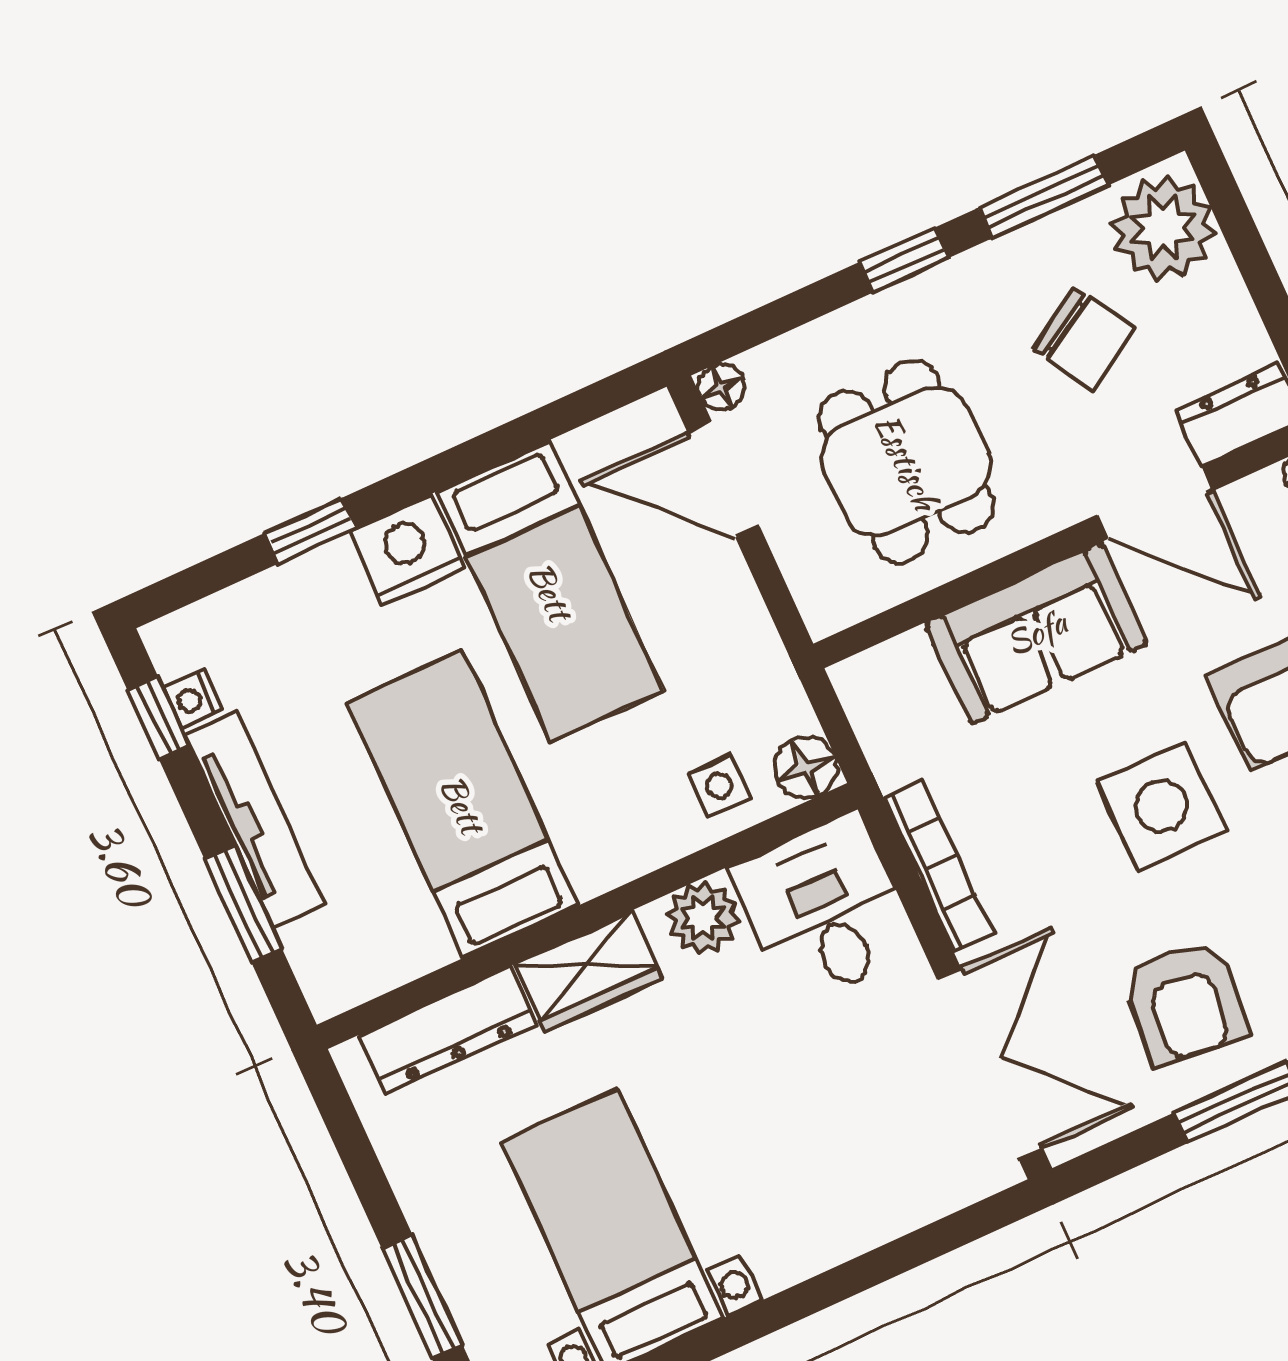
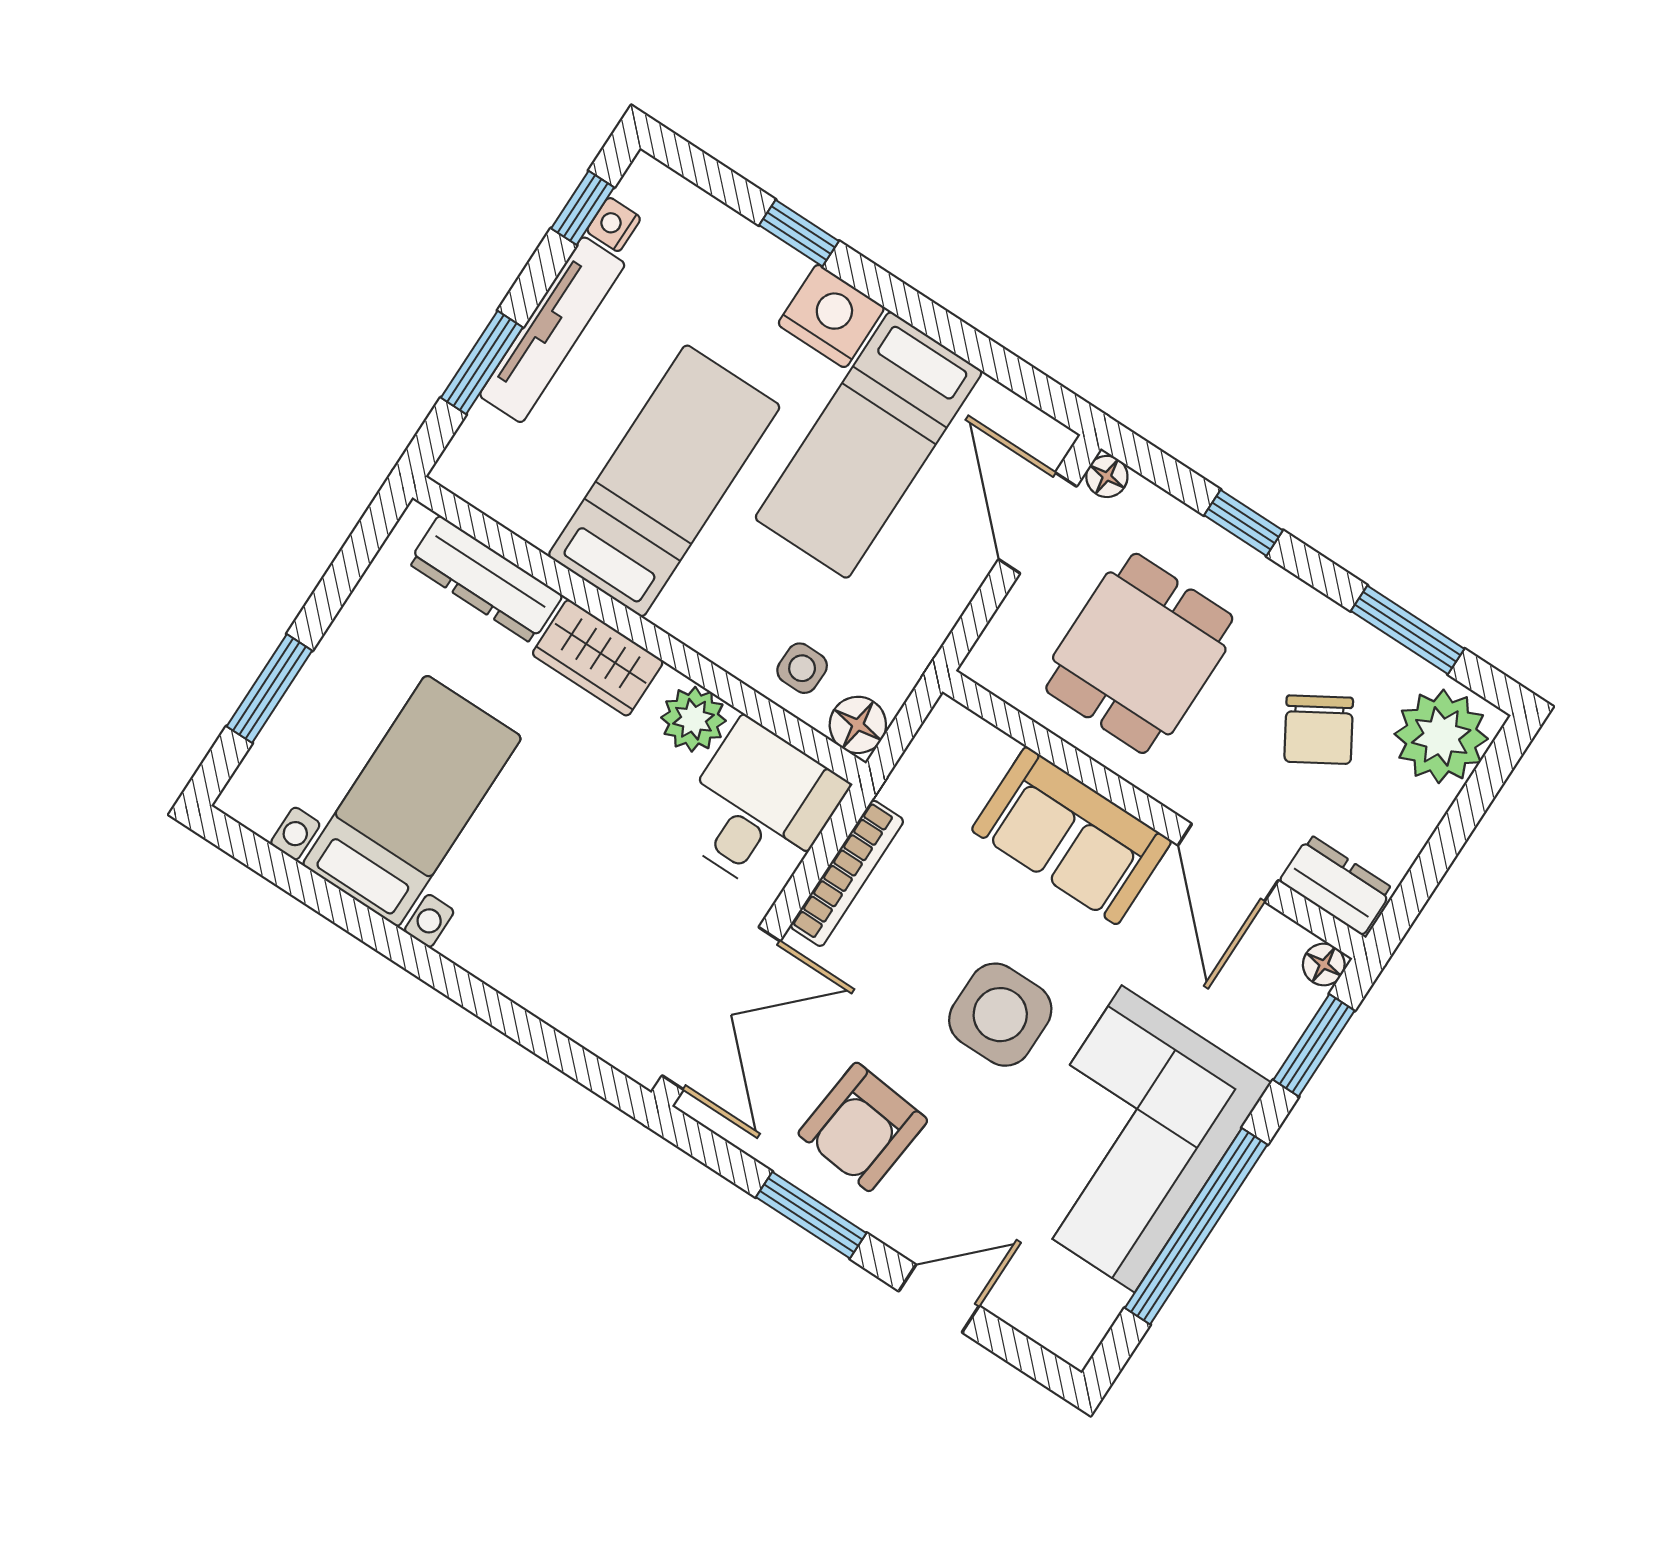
window: (905, 260) -> (1243, 523), moved

